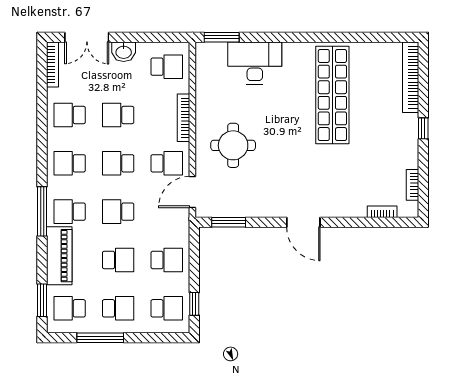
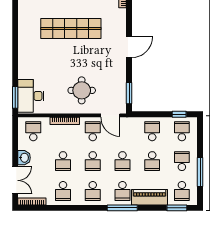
desk: (255, 63) -> (31, 96), moved
shop shelf: (332, 95) -> (71, 28), moved
school desk: (118, 260) -> (152, 161), turned 180

